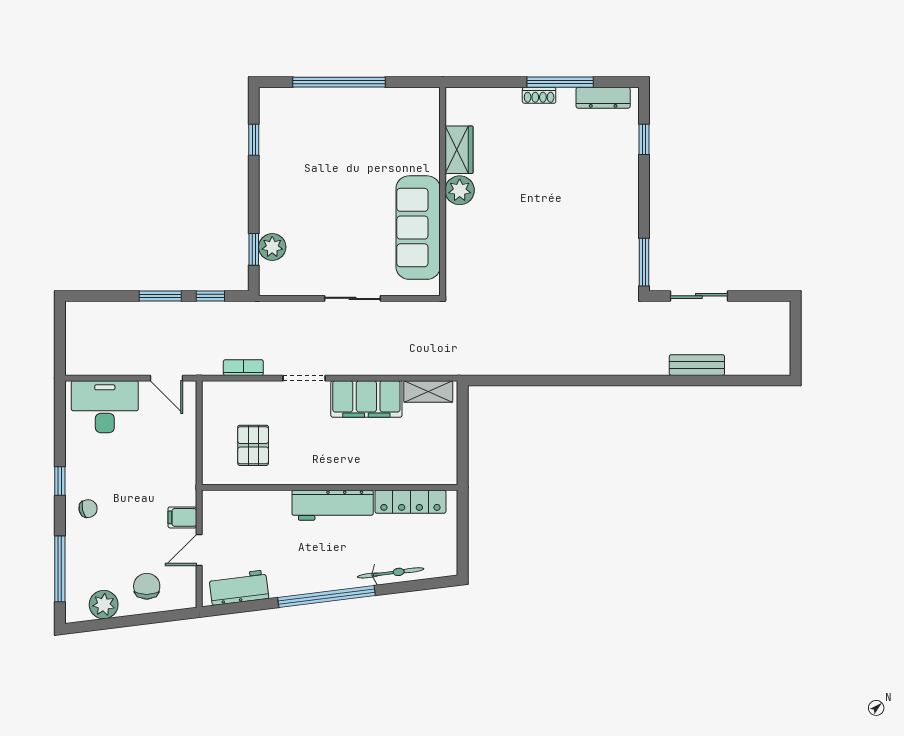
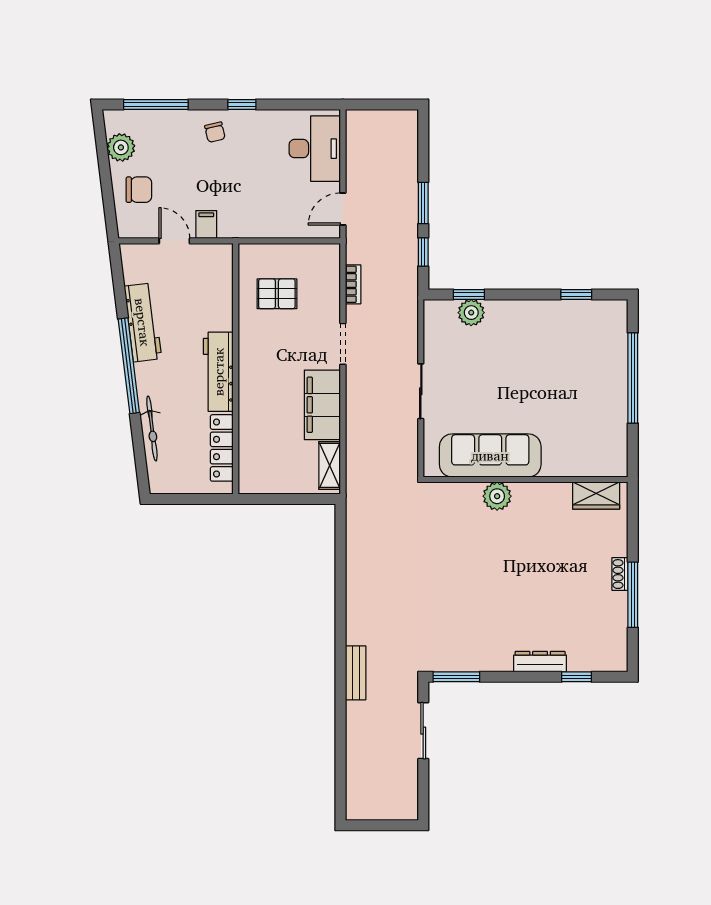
dresser: (603, 98) -> (540, 662), moved, turned 90
wardrobe: (459, 150) -> (596, 496), moved
plant: (460, 190) -> (497, 496), moved
bench: (697, 365) -> (356, 673), moved
workbench: (239, 588) -> (143, 322), moved, width x1.37

